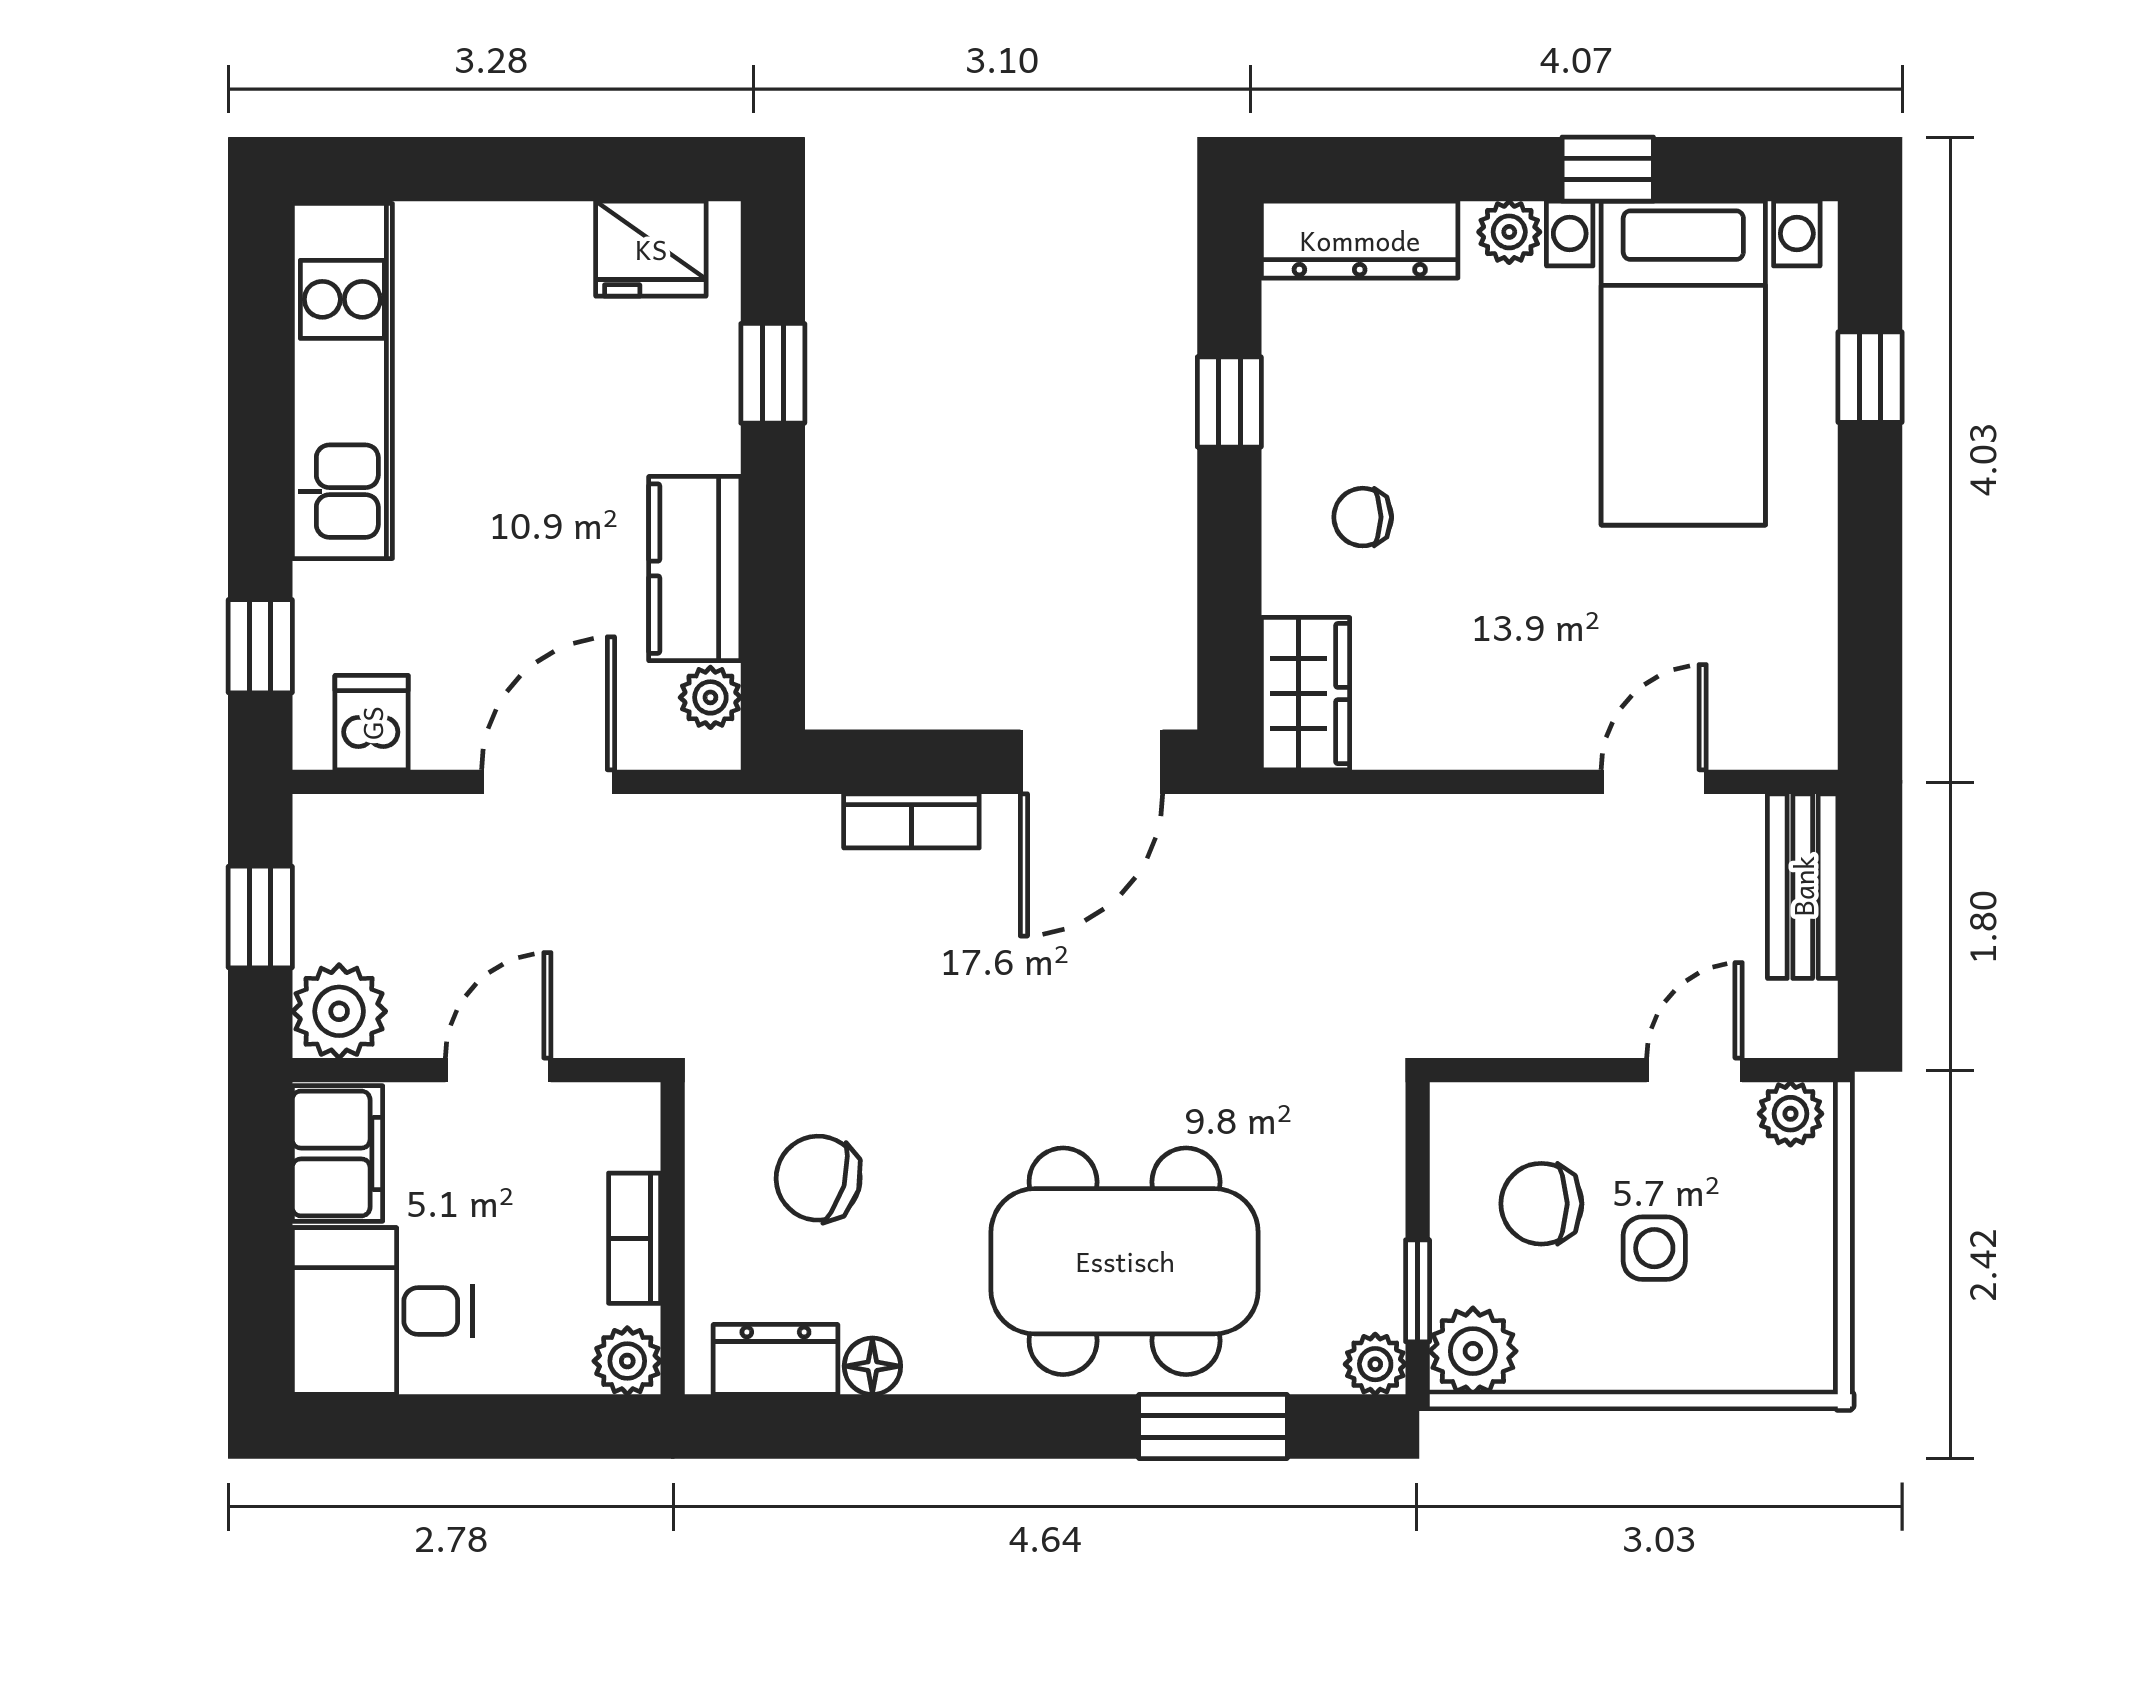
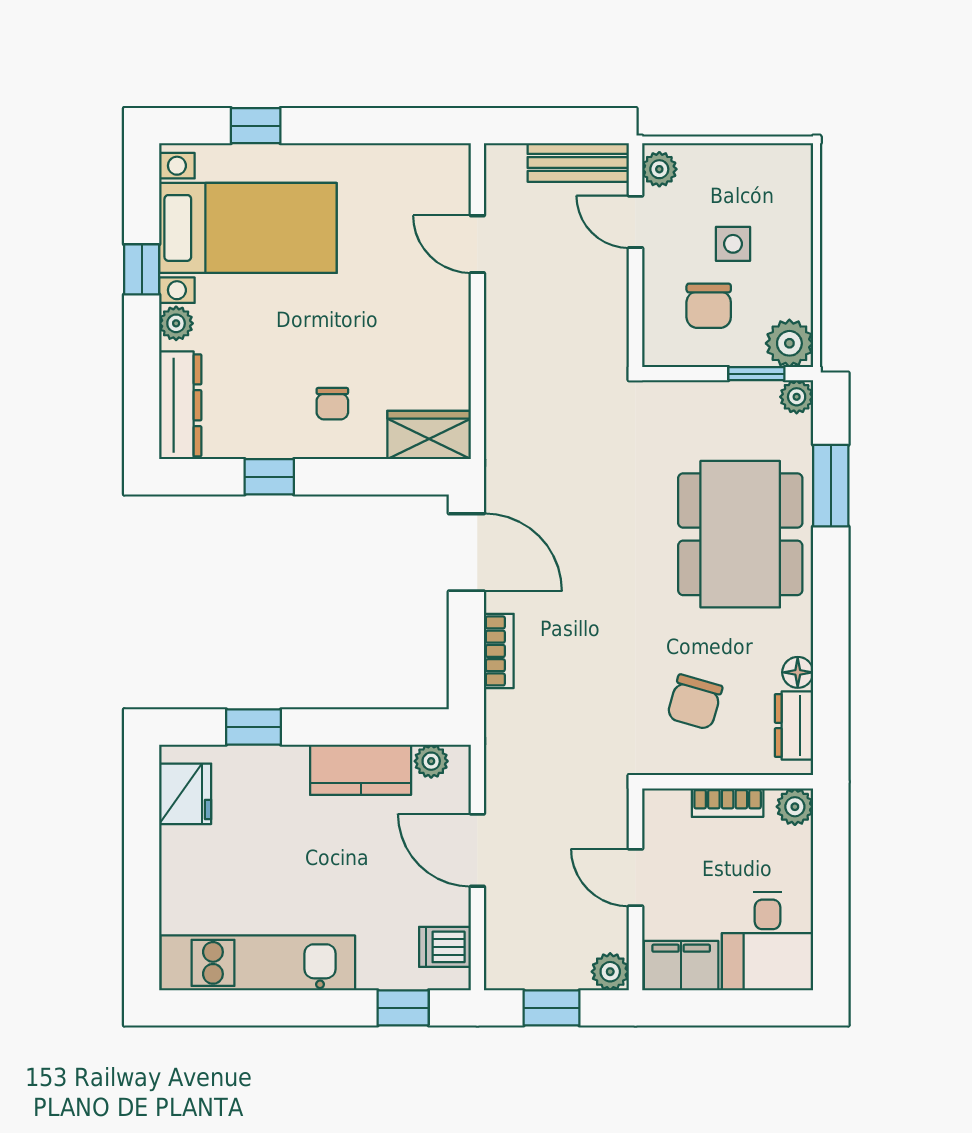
bench: (1803, 886) -> (578, 162), moved
plant: (339, 1011) -> (610, 972), width x0.73, depth x0.73

